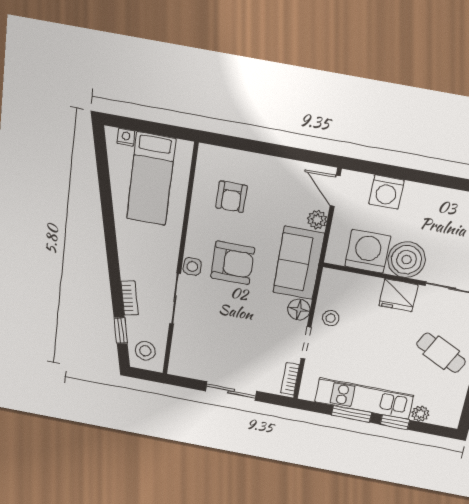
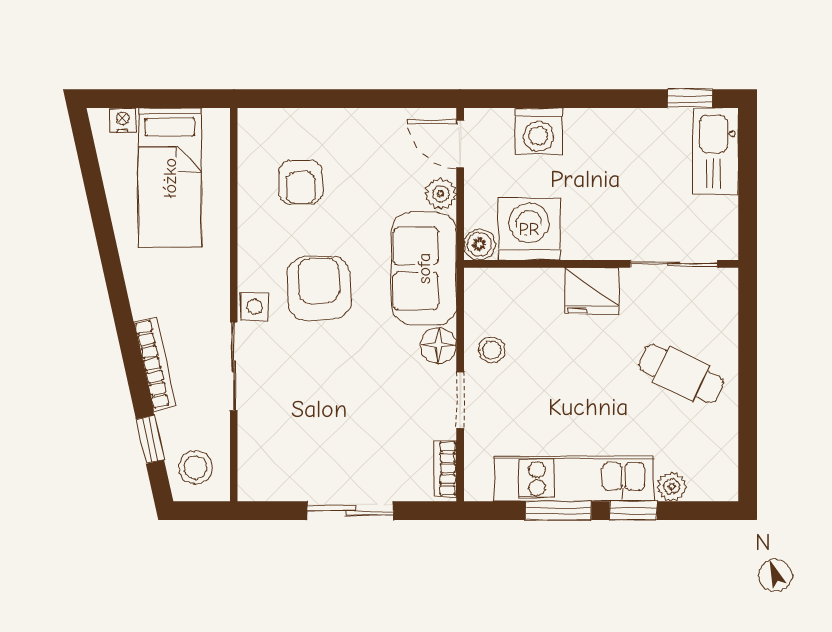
boiler: (407, 260) -> (479, 244), moved, width x0.54, depth x0.54
armchair: (233, 263) -> (319, 288), turned -92
bookcase: (130, 298) -> (155, 364), width x1.56

